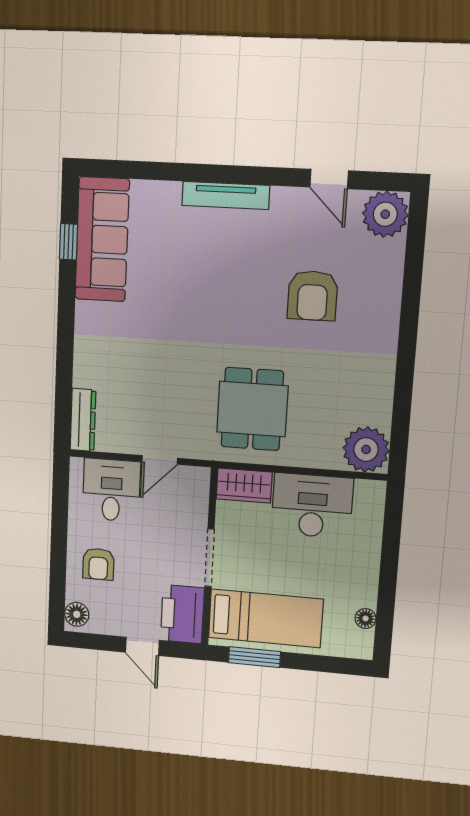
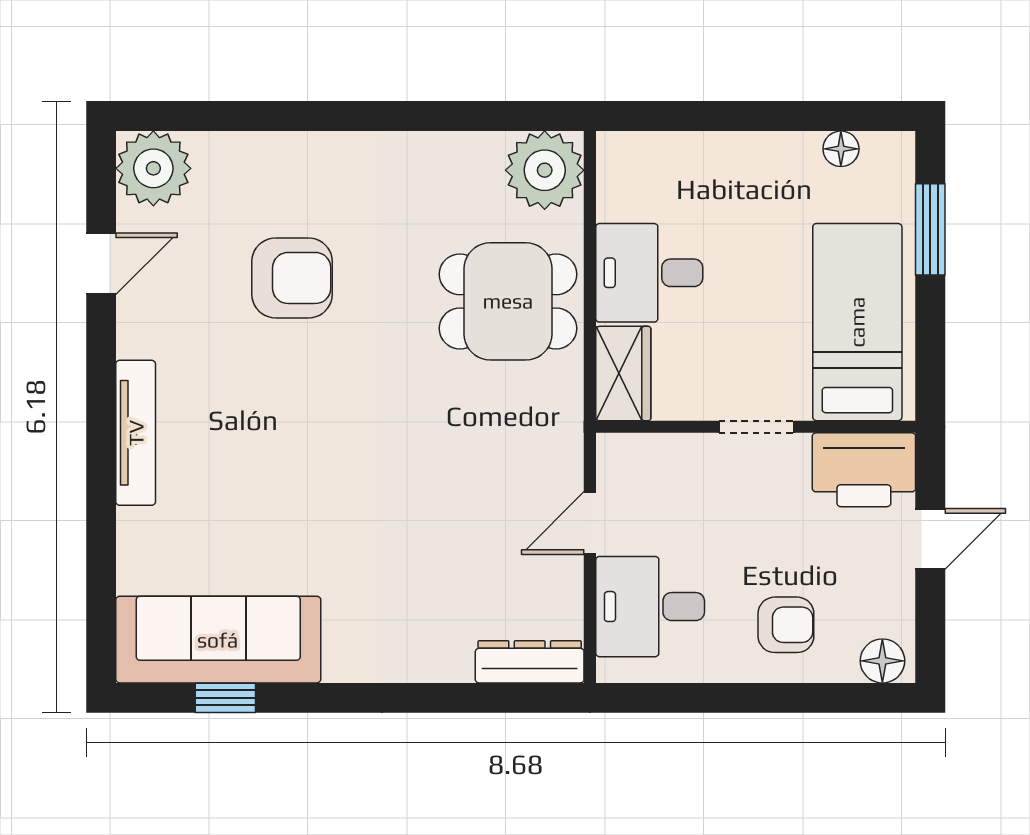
dining table: (252, 409) -> (508, 301), moved
door: (160, 460) -> (590, 523), swing flipped
desk: (312, 506) -> (649, 273), width x0.73
doorway: (210, 558) -> (757, 427), width x0.73
window: (254, 657) -> (930, 229), moved

